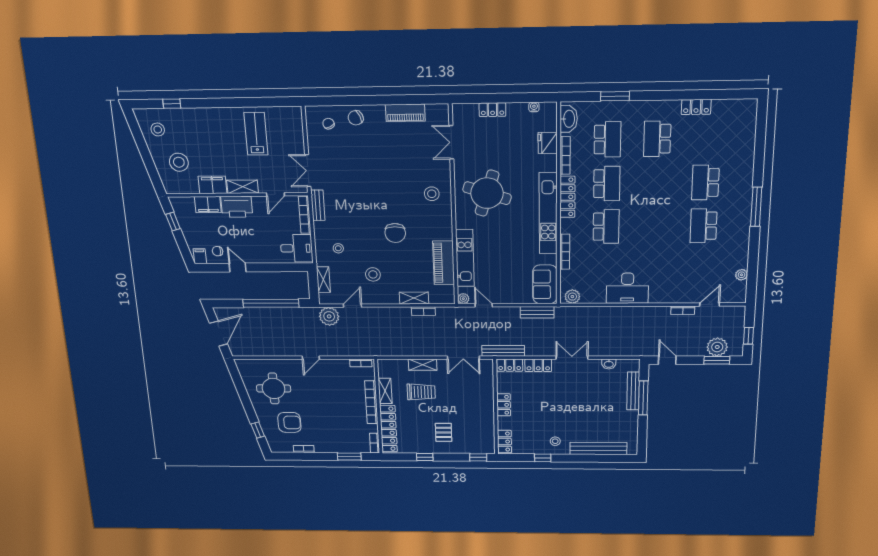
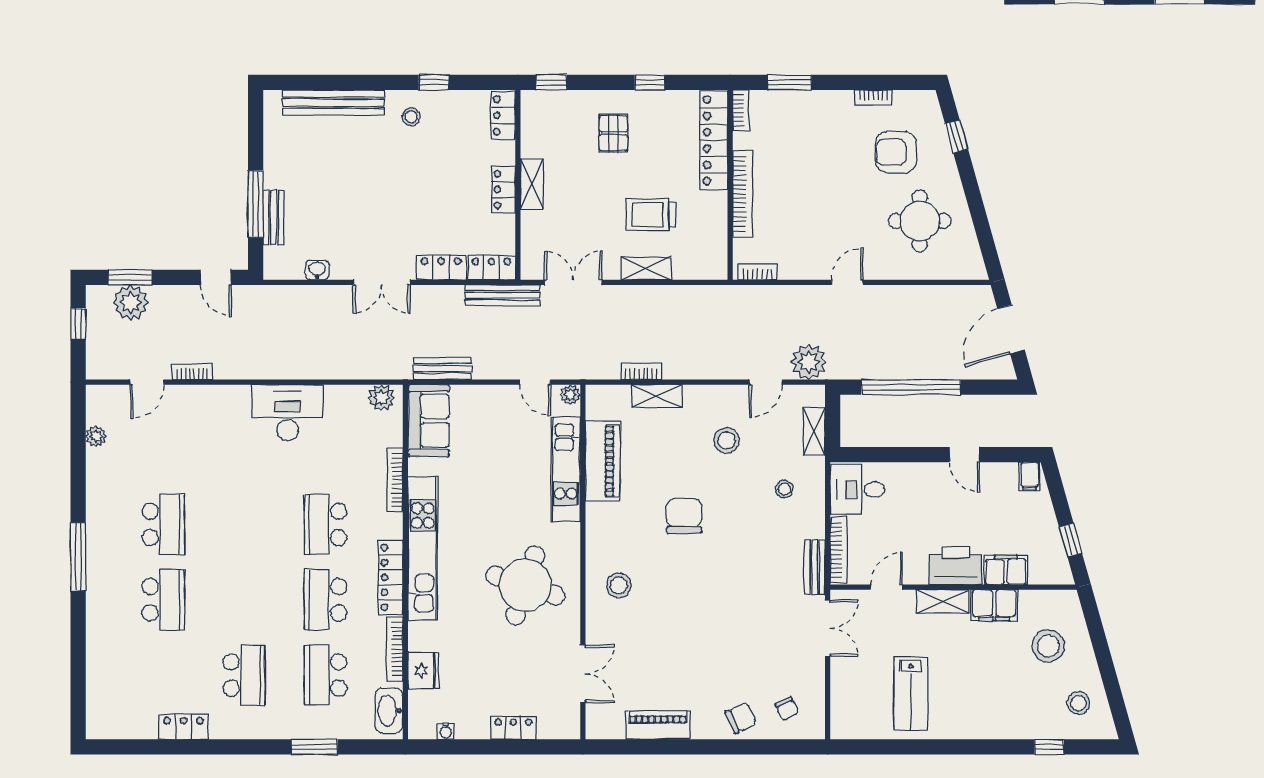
chair: (217, 251) -> (997, 485), removed
shelving: (385, 391) -> (532, 184), moved
bench: (633, 391) -> (273, 218), width x0.73

